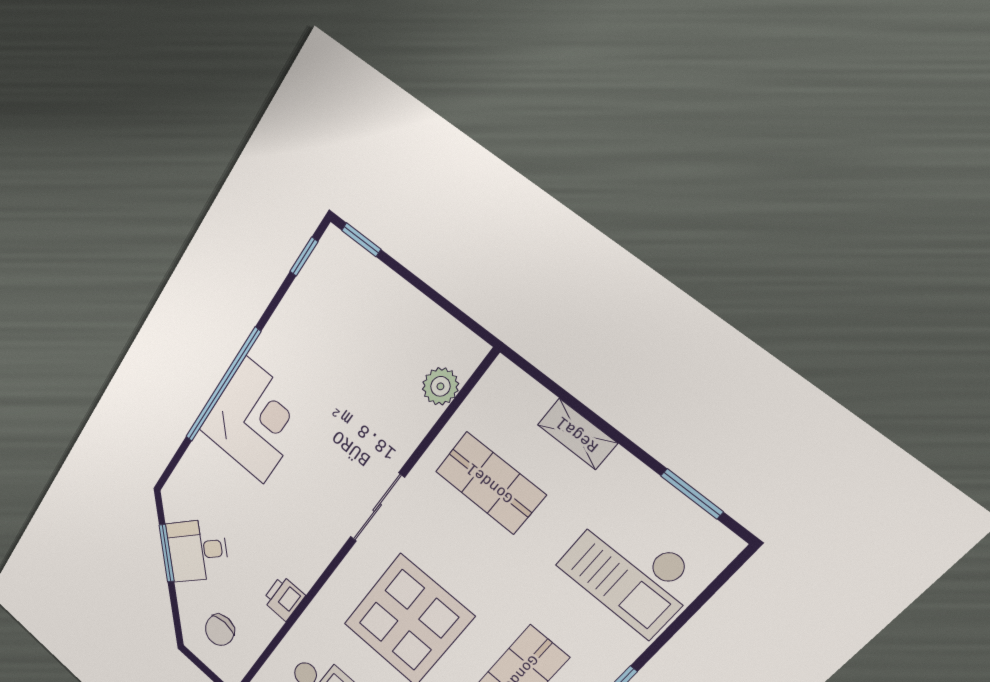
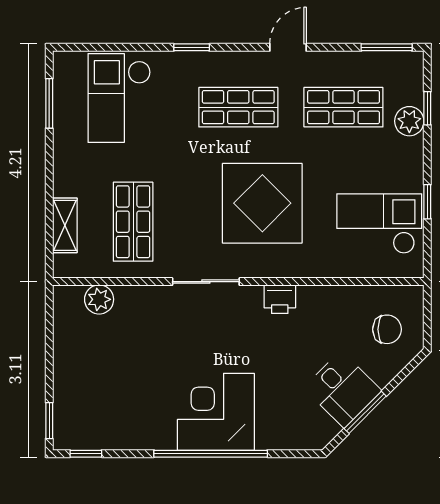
shelving: (577, 434) -> (65, 225), moved
checkout: (630, 572) -> (119, 98), turned 180
printer: (284, 598) -> (280, 299), moved

